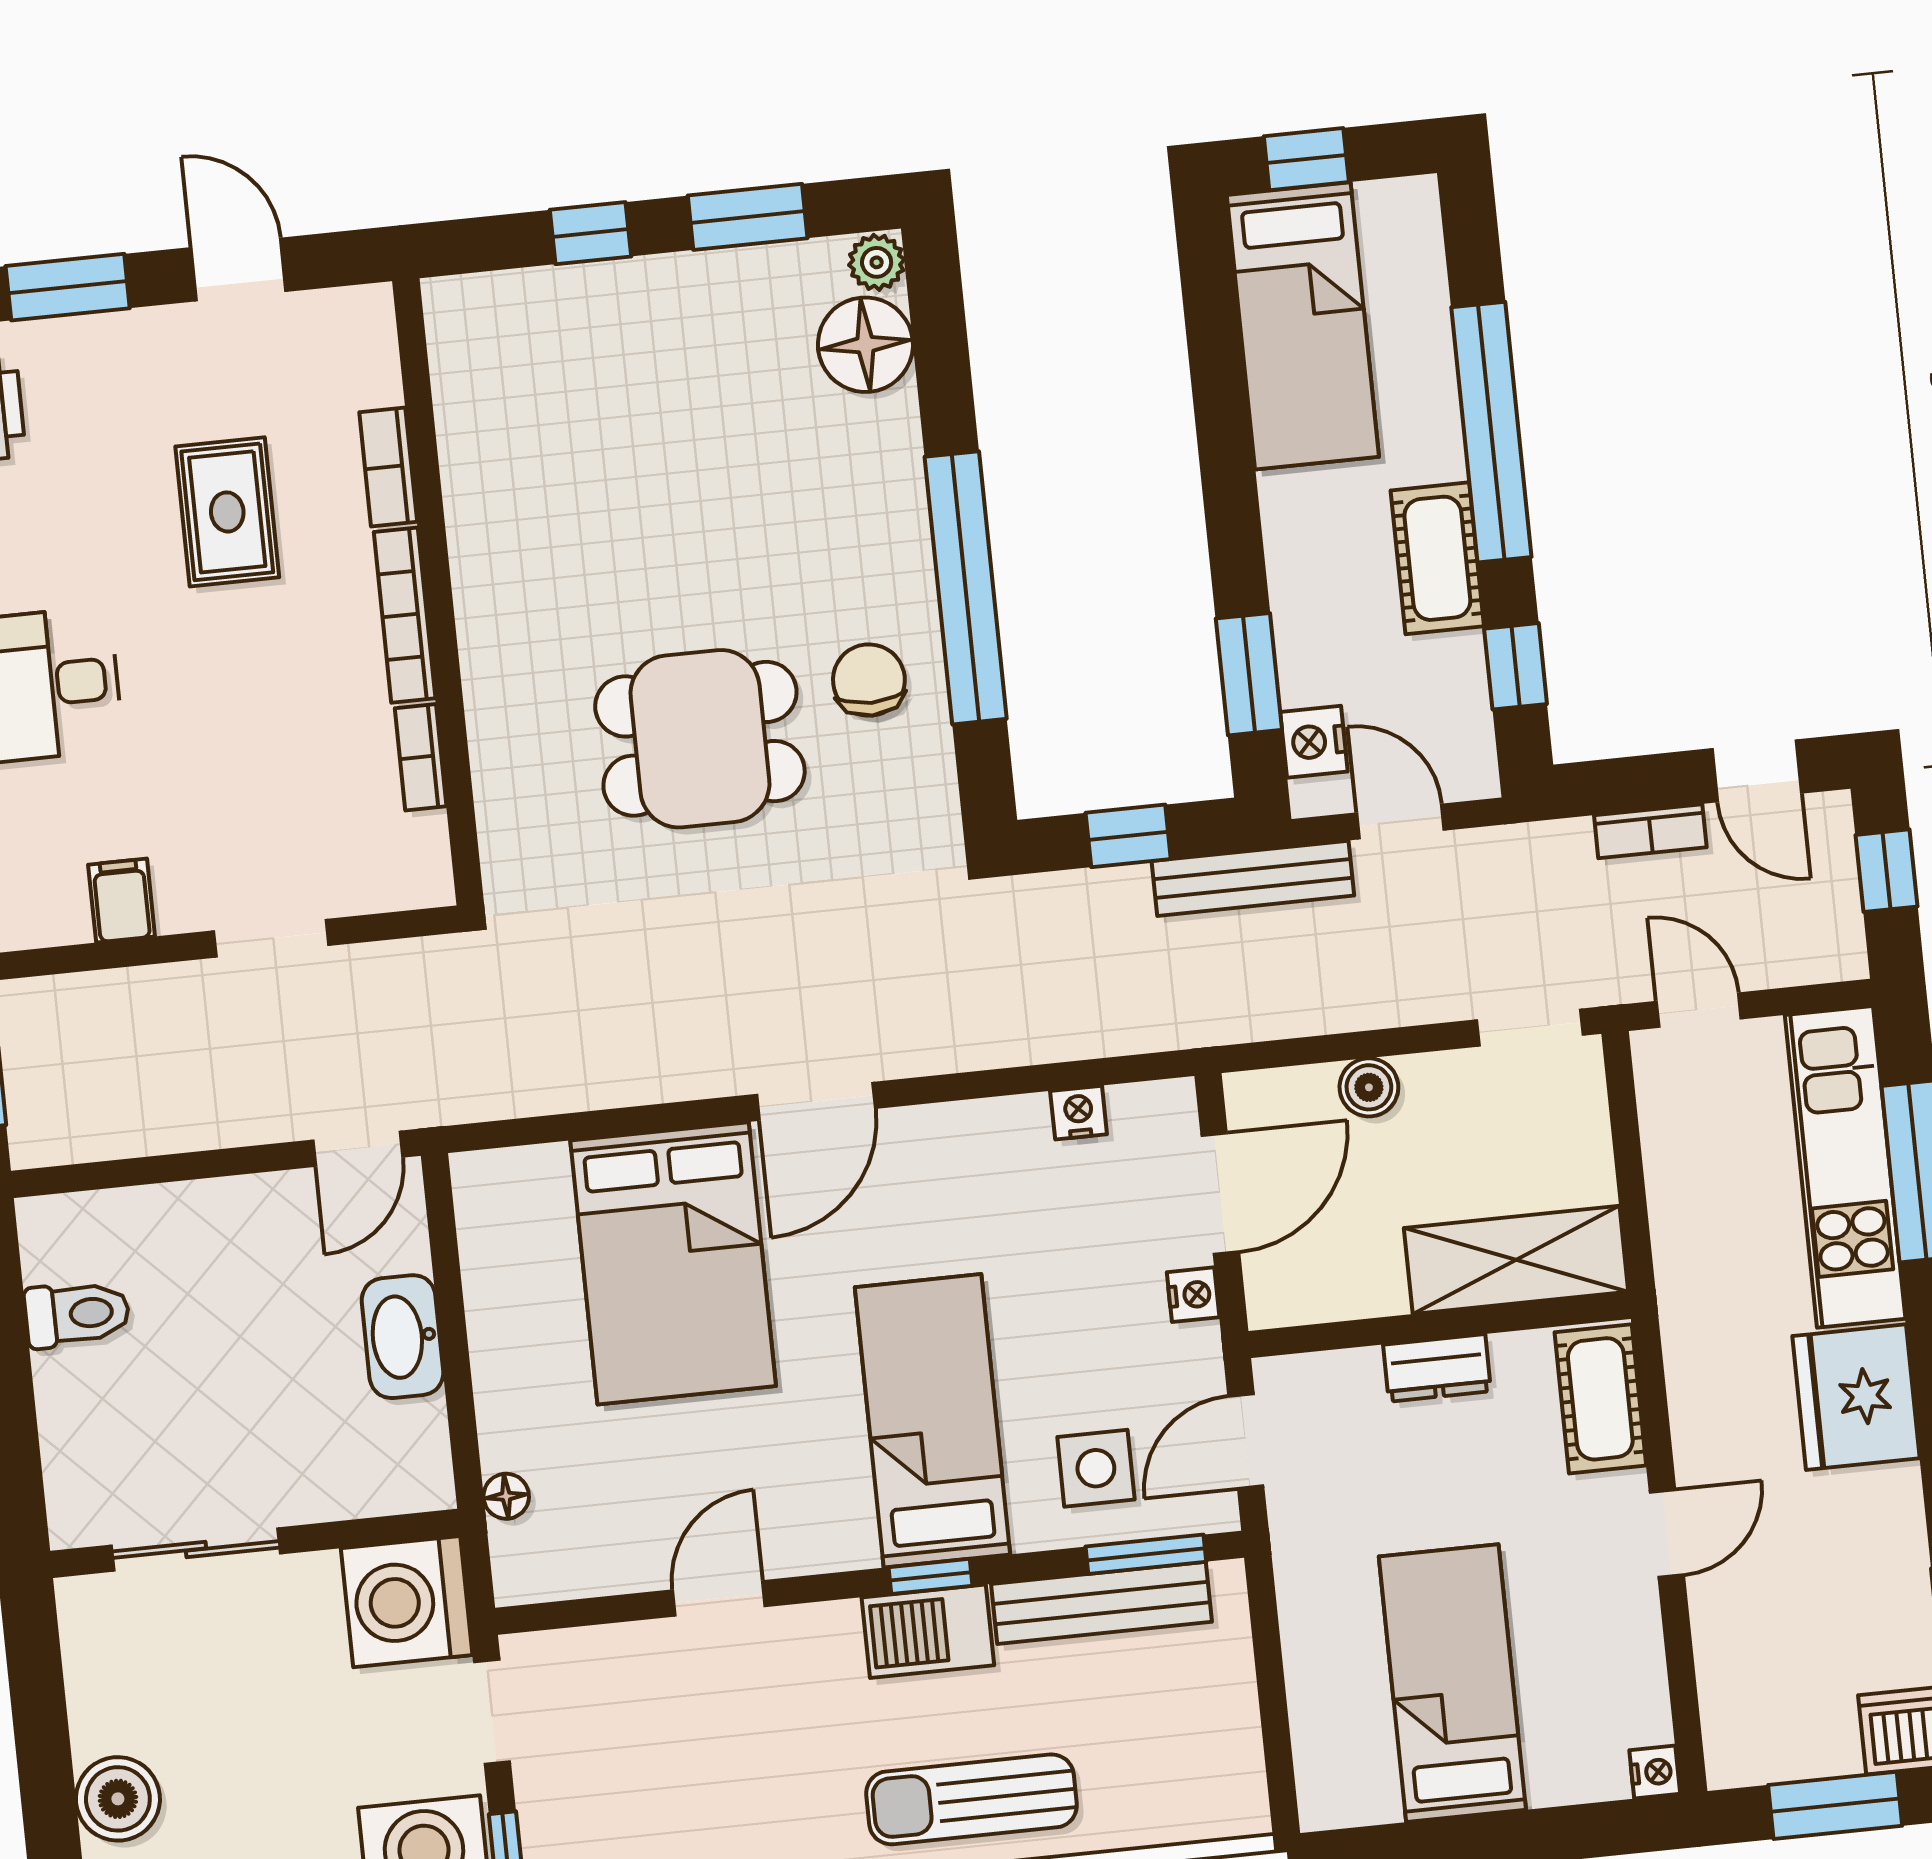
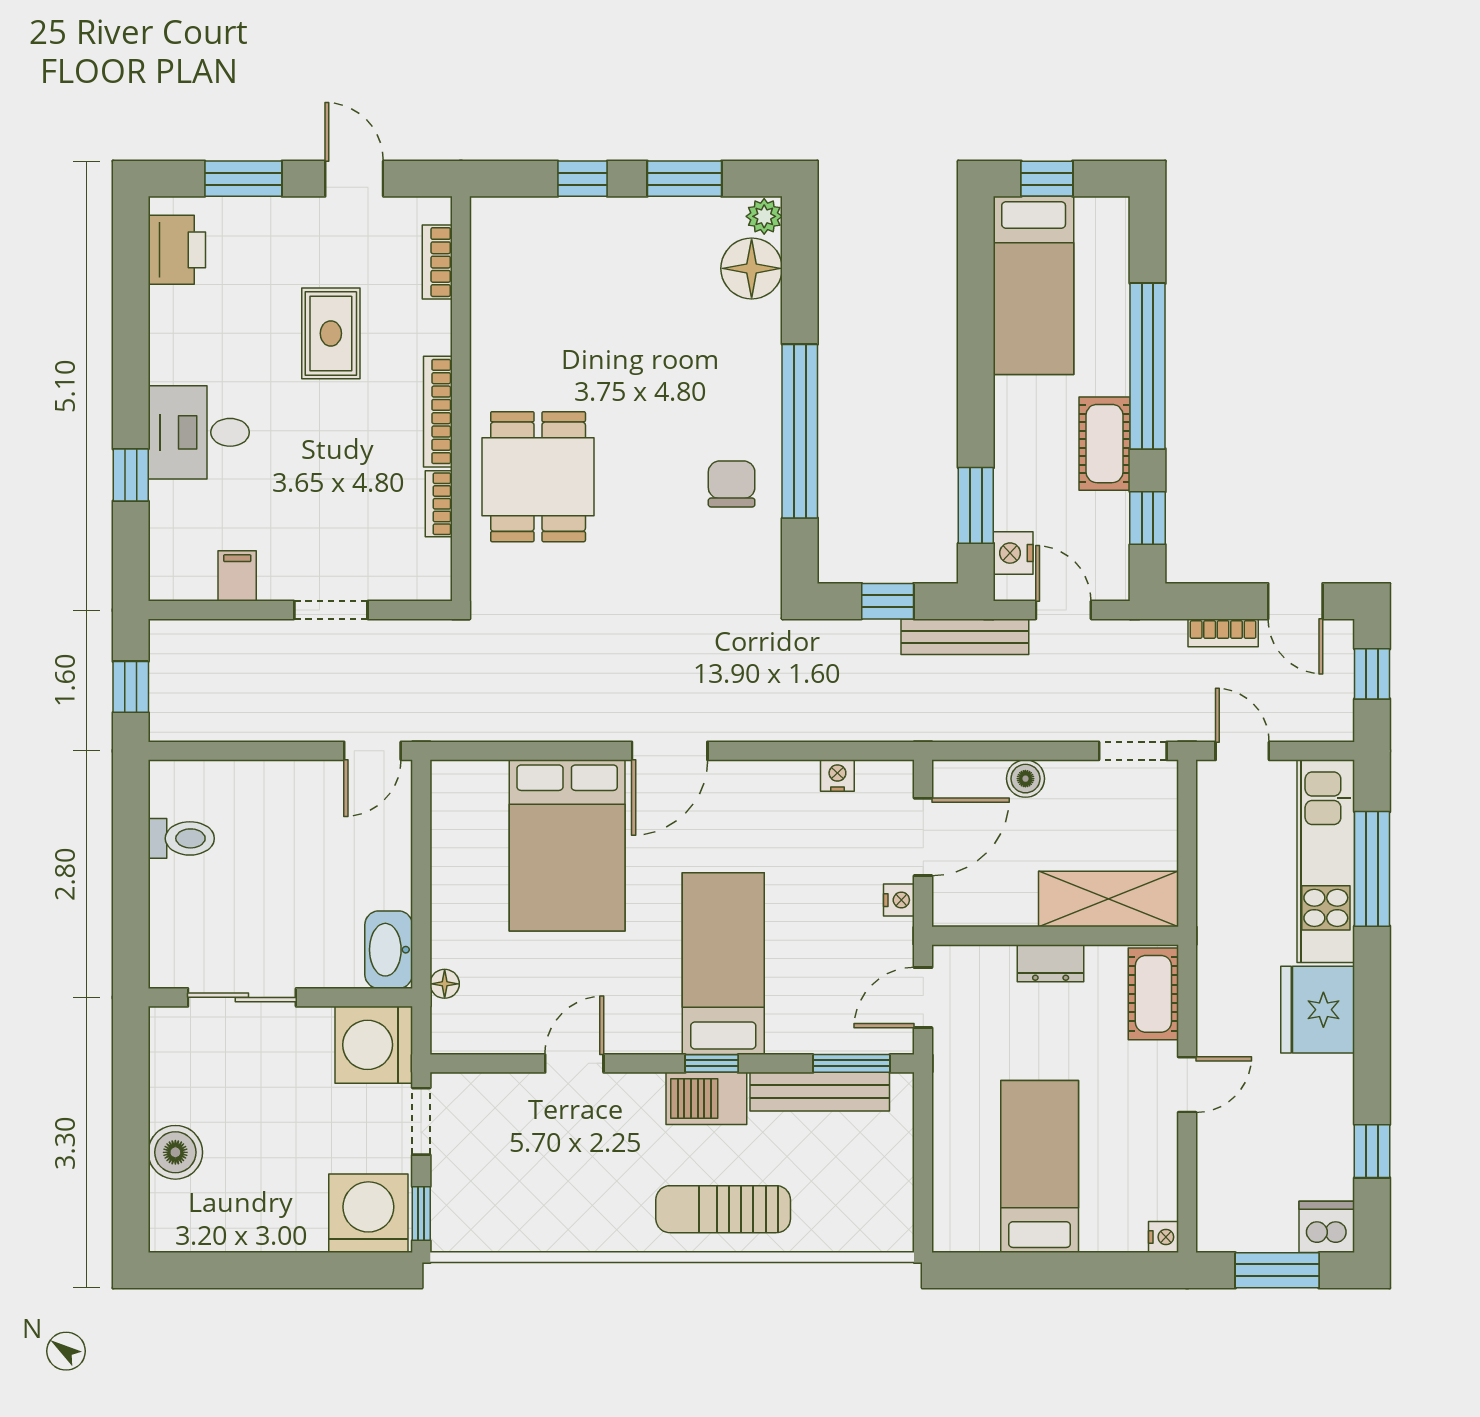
bookcase: (388, 467) -> (437, 262), moved
dining table: (700, 739) -> (538, 477), moved, turned 90
washbasin: (402, 1337) -> (389, 950), moved
side table: (1096, 1468) -> (825, 1005), removed

